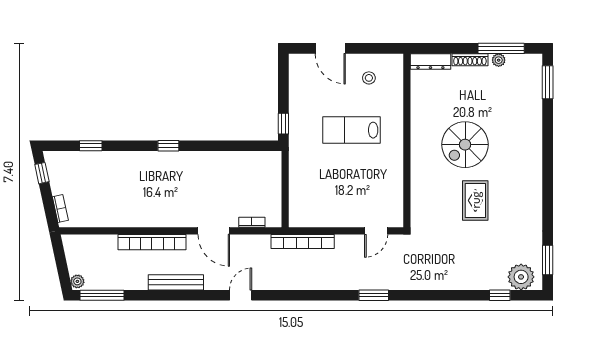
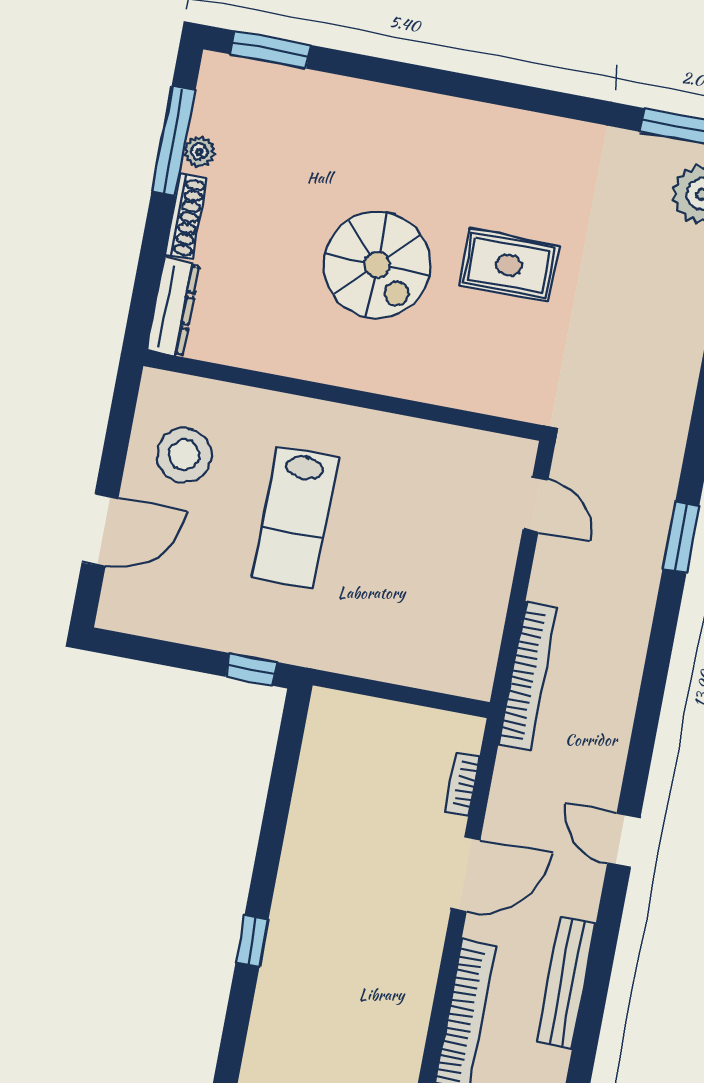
stool: (369, 78) -> (184, 455), width x1.89, depth x1.89

